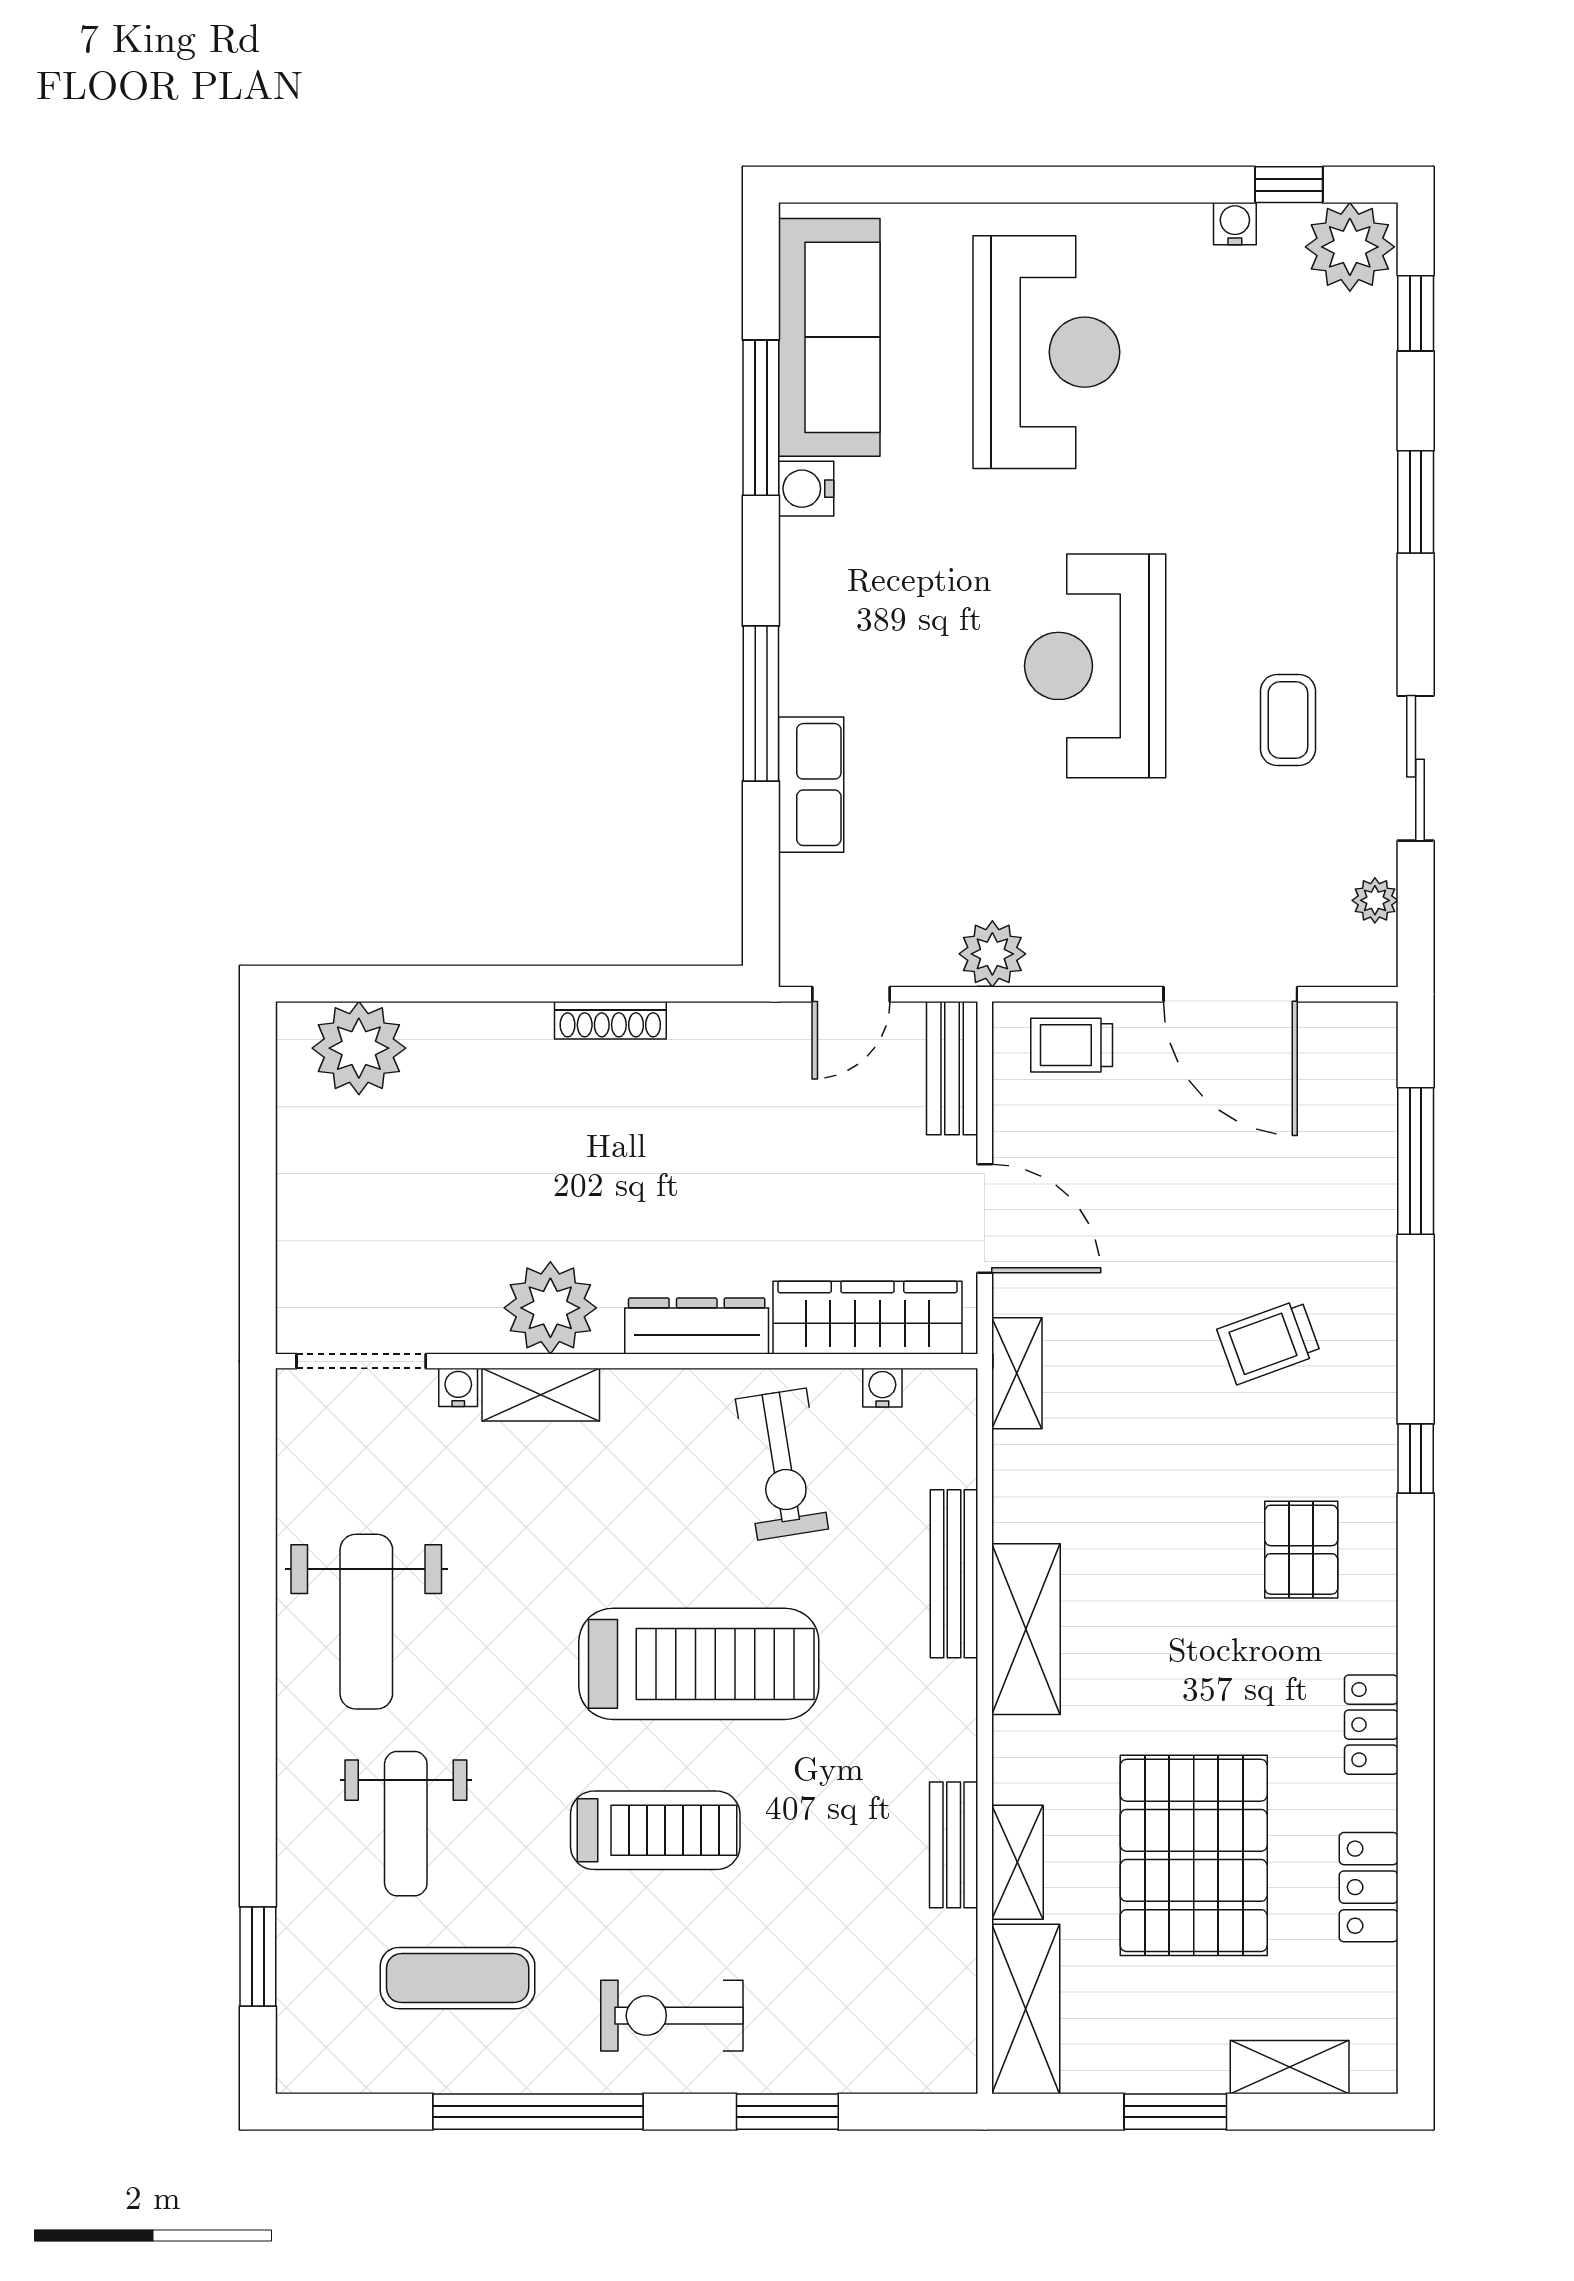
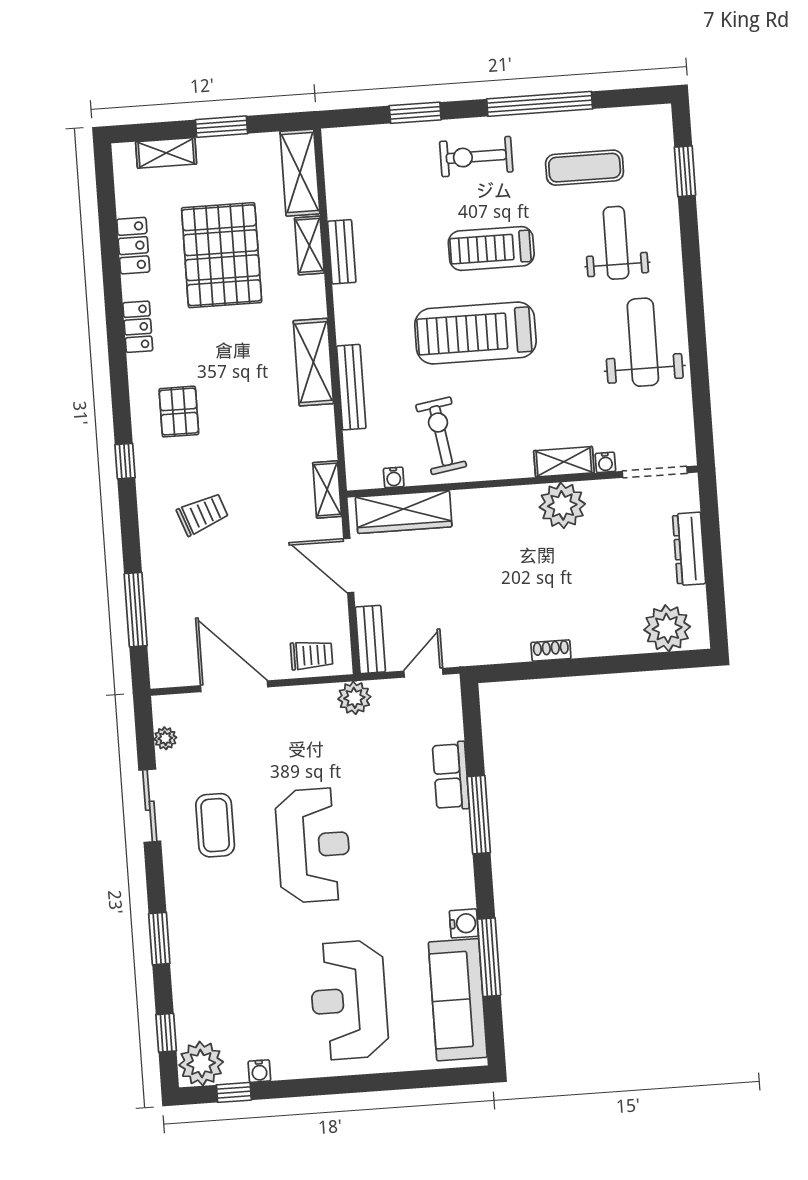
coffee table: (1288, 720) -> (215, 825), width x1.36, depth x1.30
shoe rack: (610, 1020) -> (551, 650), width x0.70
dresser: (697, 1326) -> (689, 549), moved, turned 90
exercise bike: (672, 2016) -> (476, 157), turned 180

